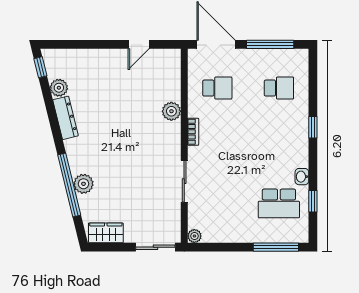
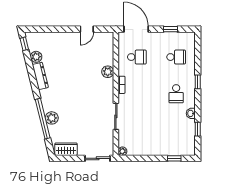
window: (270, 44) -> (171, 29), width x0.46
school desk: (279, 203) -> (176, 94), moved, width x0.54
window: (276, 247) -> (174, 158), width x0.46

